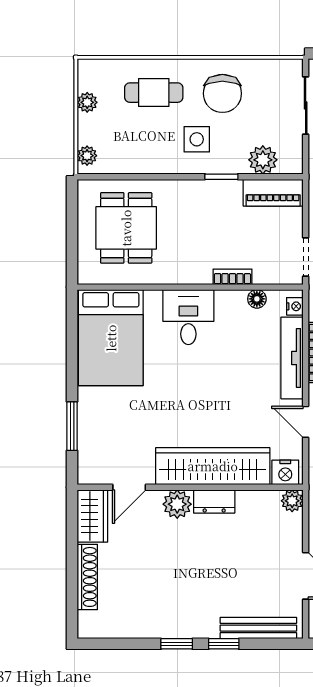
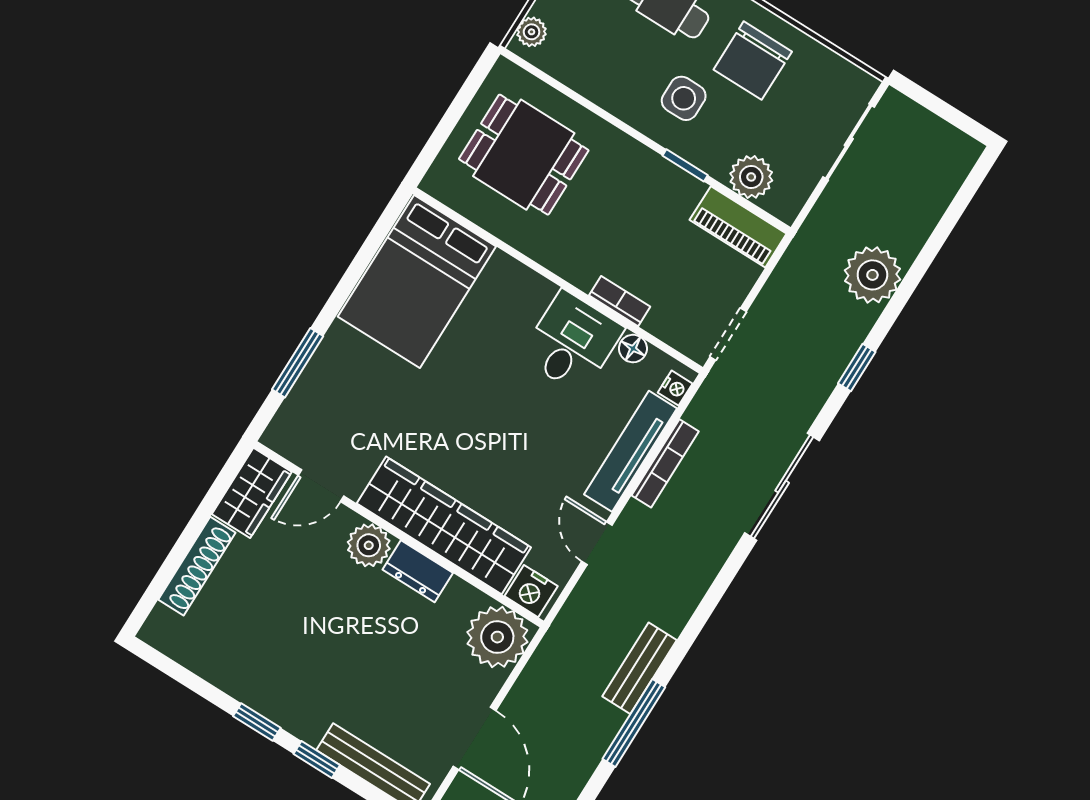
dining table: (126, 228) -> (524, 155), turned 90
desk: (188, 317) -> (572, 342), moved
plant: (292, 501) -> (497, 637), width x1.88, depth x1.88

